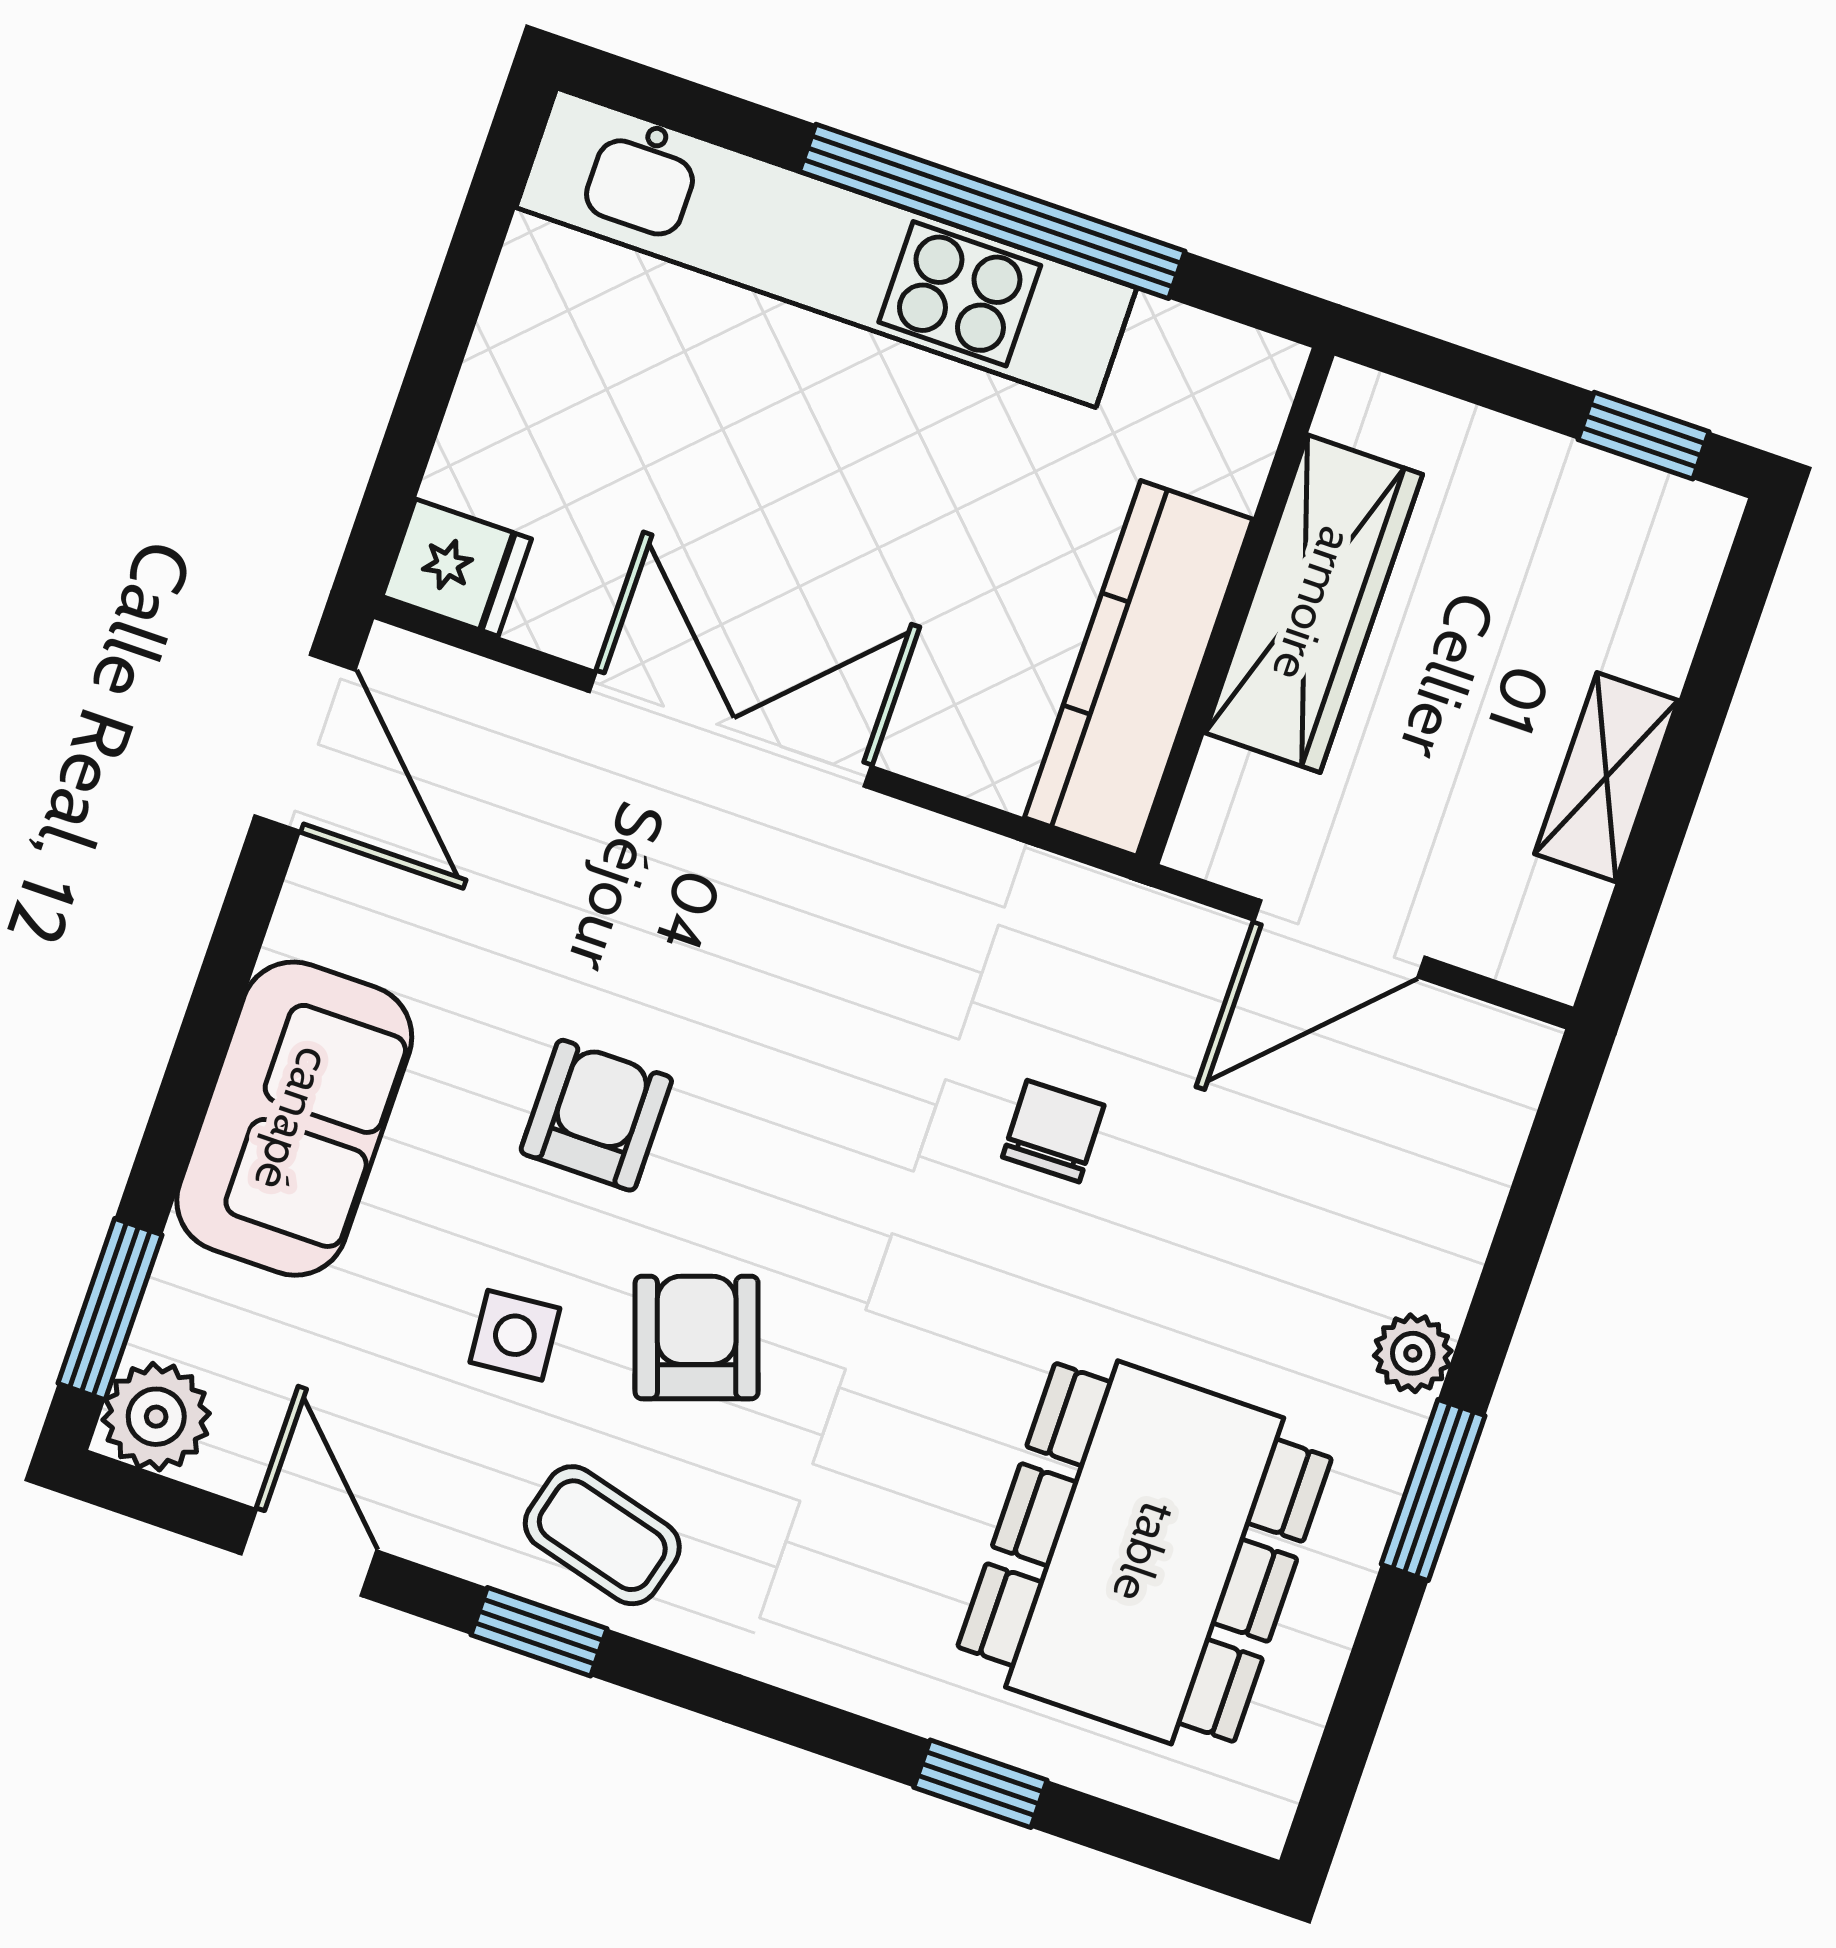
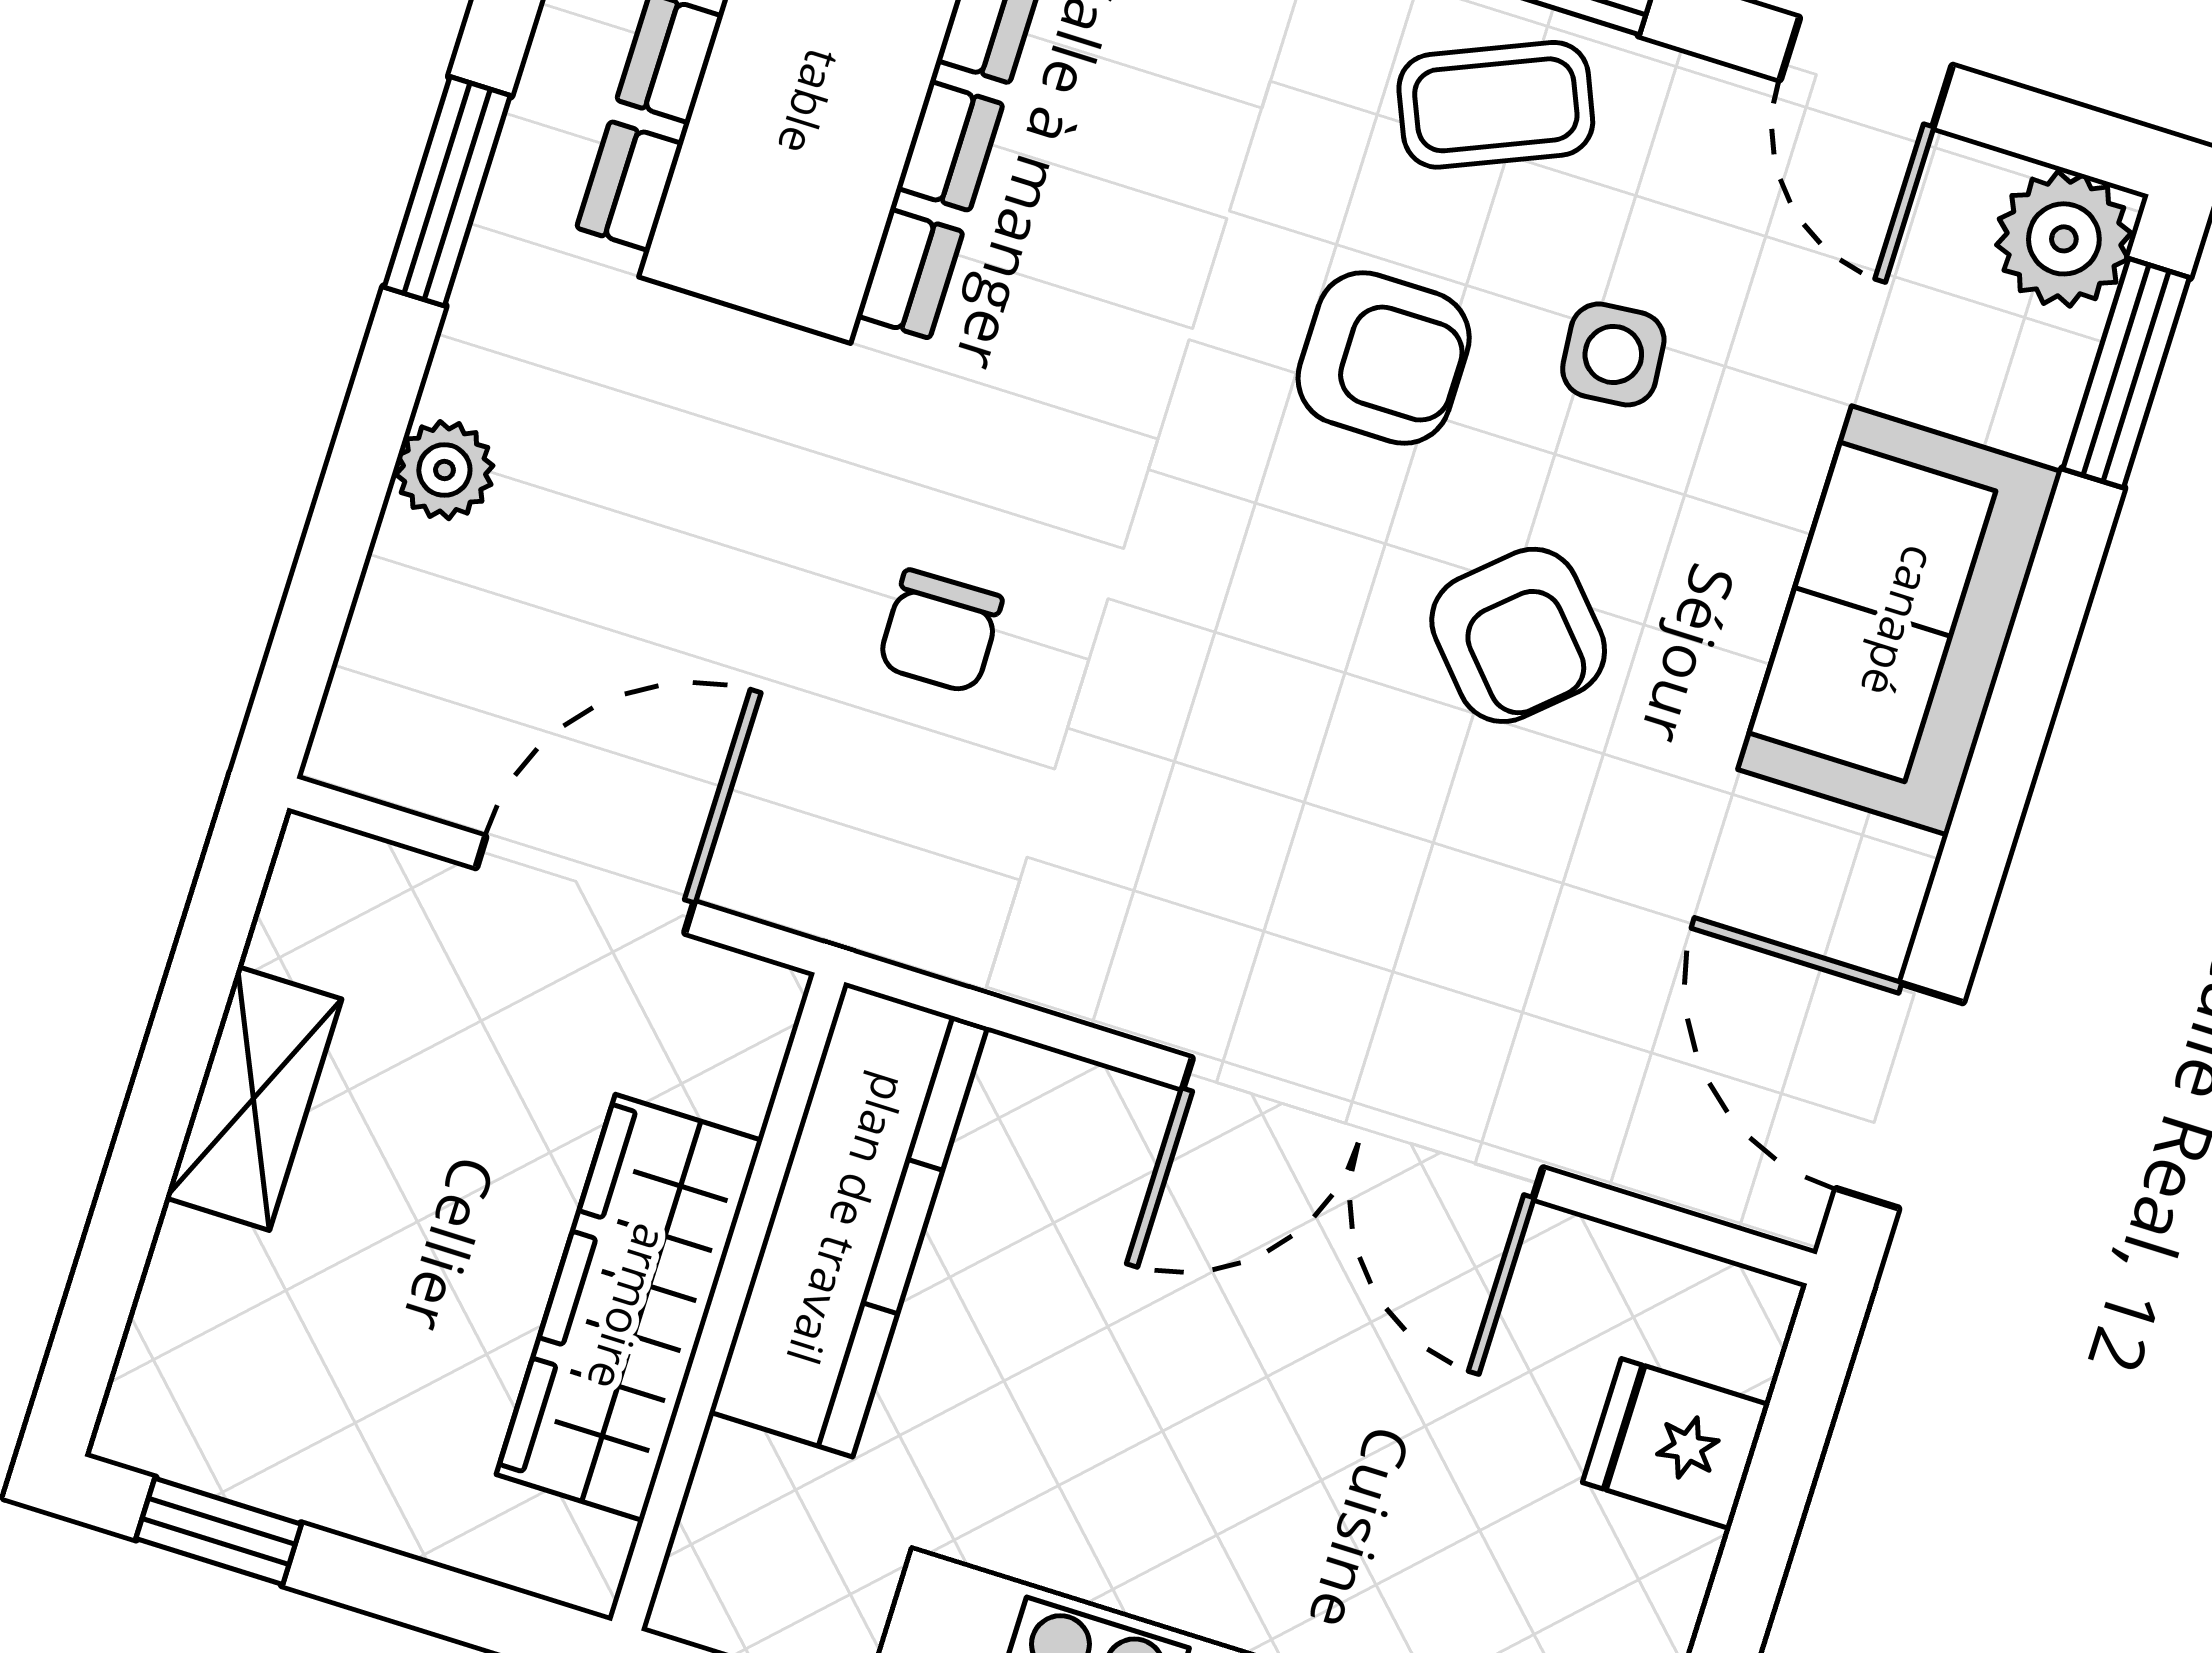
fridge: (457, 568) -> (1676, 1444), moved
armchair: (596, 1115) -> (1518, 635), turned -42
armchair: (697, 1338) -> (1384, 358), turned -71
plant: (1413, 1353) -> (444, 470), moved
coffee table: (602, 1535) -> (1496, 105), turned -38

